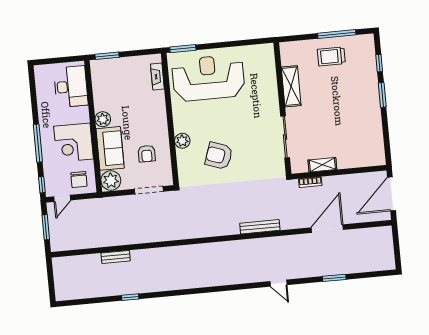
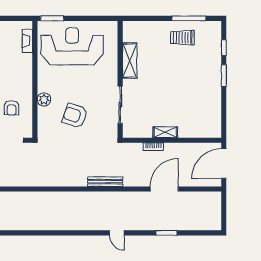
shelving: (291, 86) -> (130, 61), moved
wall: (282, 108) -> (120, 79), moved
sliding door: (285, 137) -> (120, 105), moved

